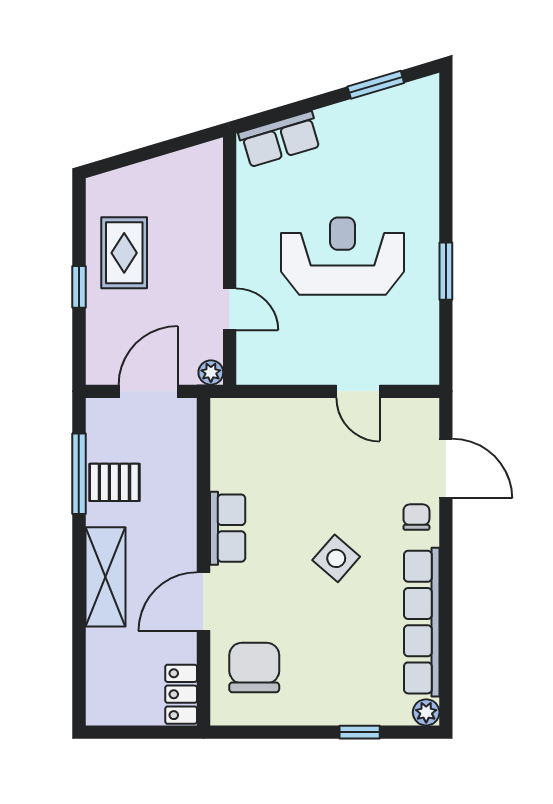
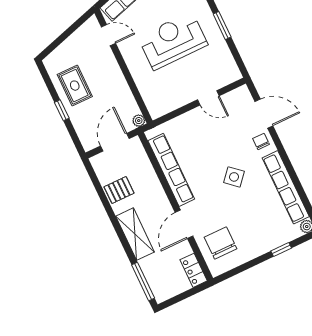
door: (230, 309) -> (108, 35), moved
window: (79, 474) -> (143, 281), moved
row of seats: (228, 528) -> (171, 170), width x2.02

